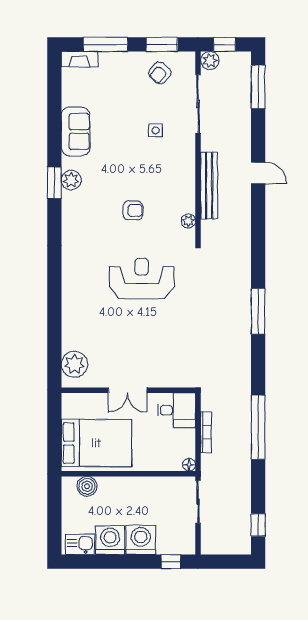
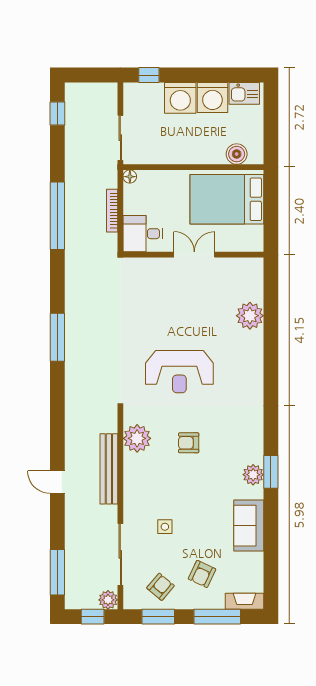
armchair: (120, 85) -> (202, 574), added
plant: (188, 221) -> (137, 438), width x1.88, depth x1.88
plant: (74, 364) -> (250, 316), moved

